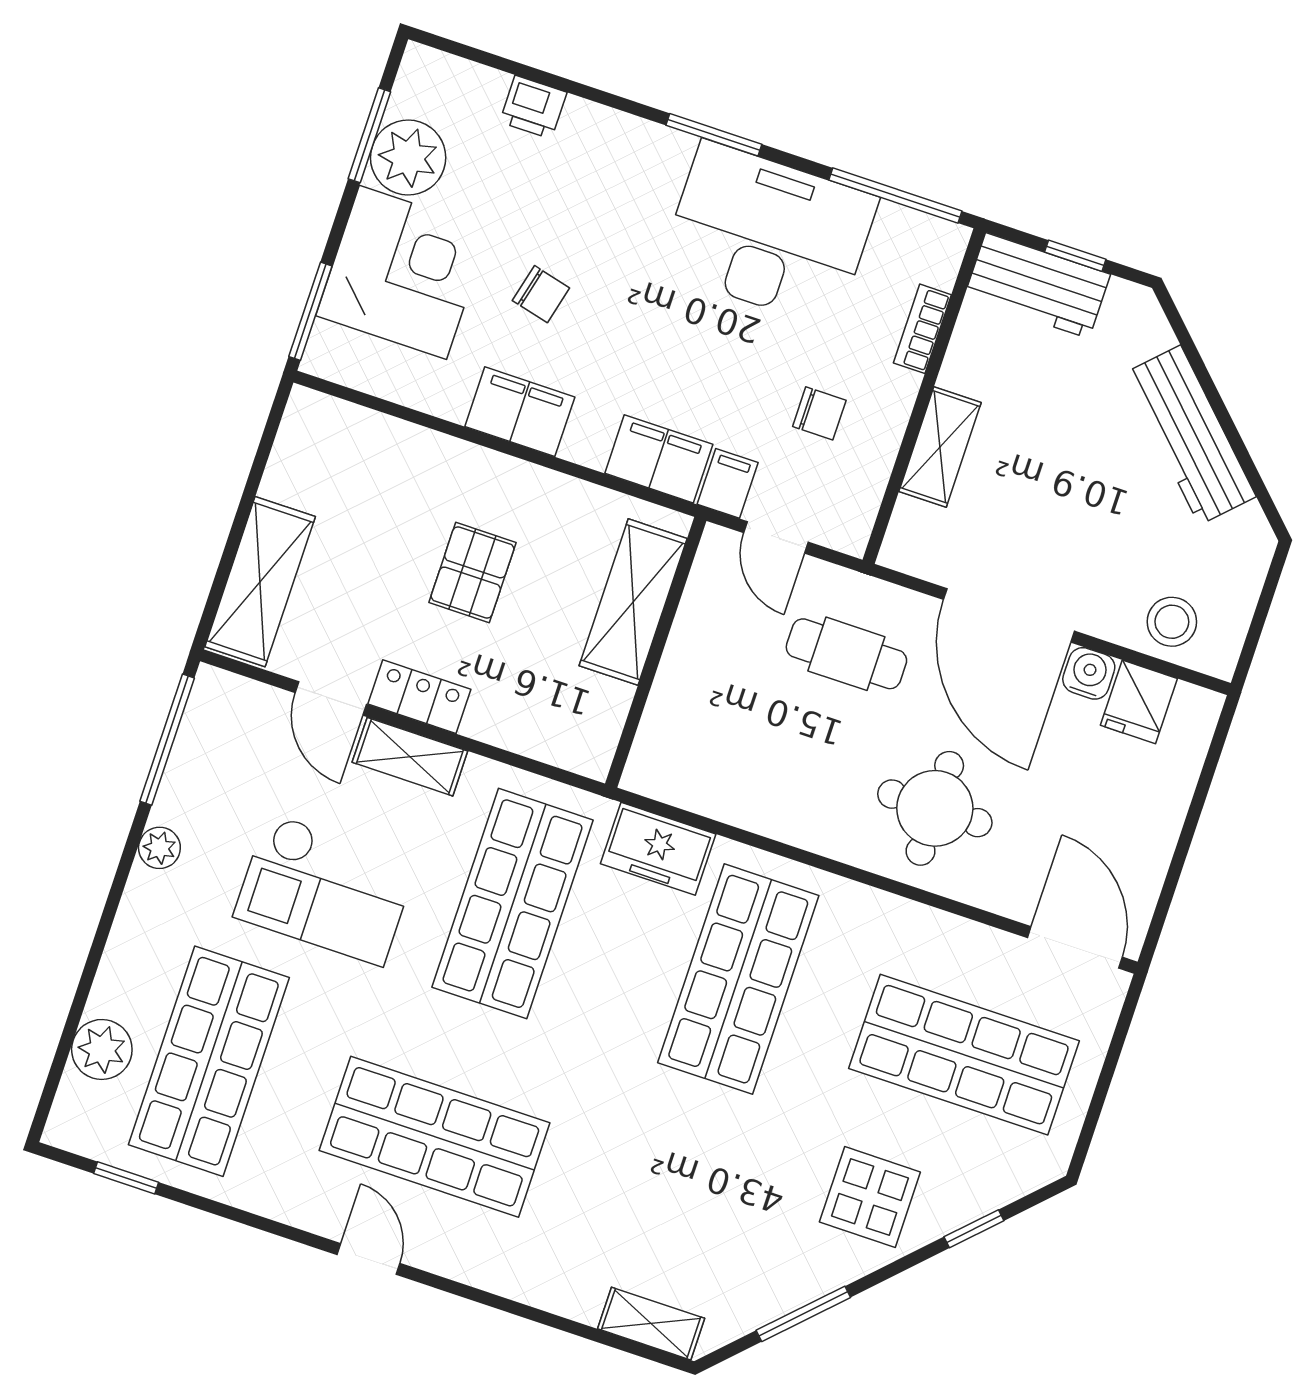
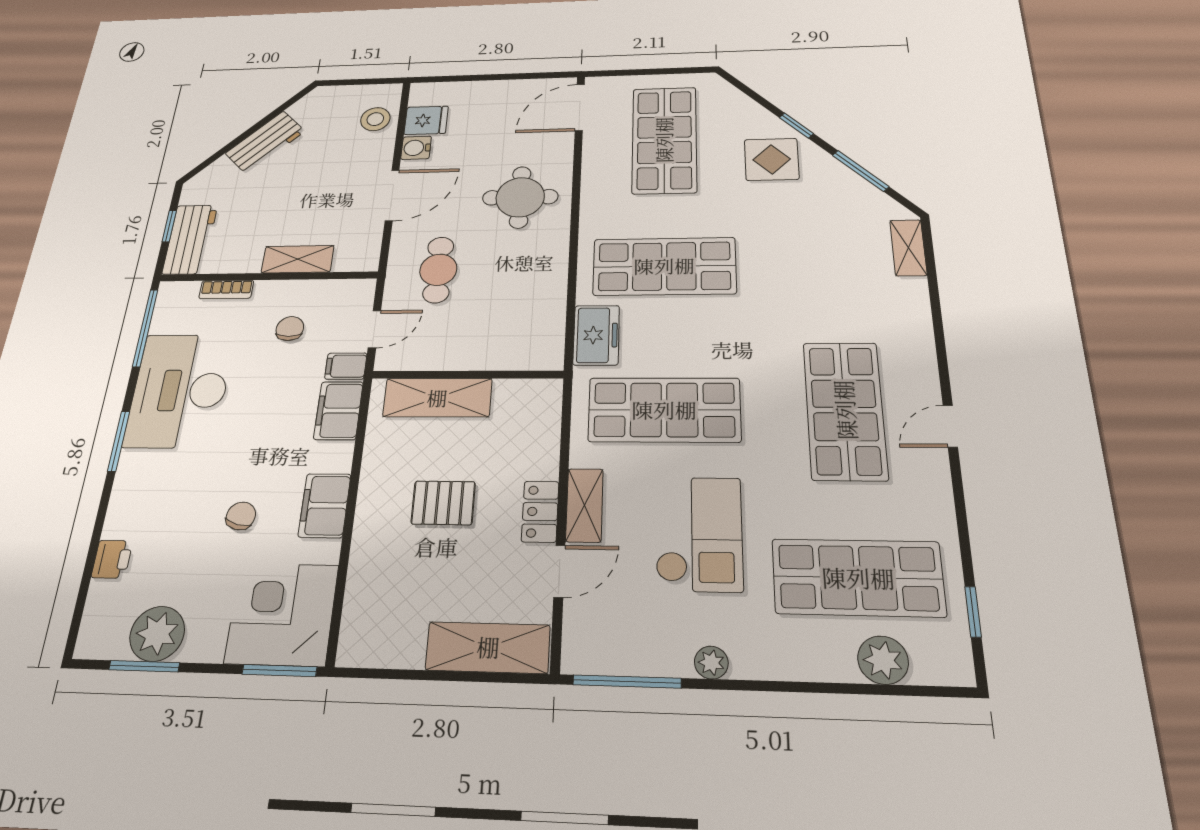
corner desk: (403, 272) -> (282, 614), moved
workbench: (1190, 435) -> (265, 142), width x0.73
door: (1009, 615) -> (392, 195), width x0.73
window: (974, 1229) -> (796, 126), moved

